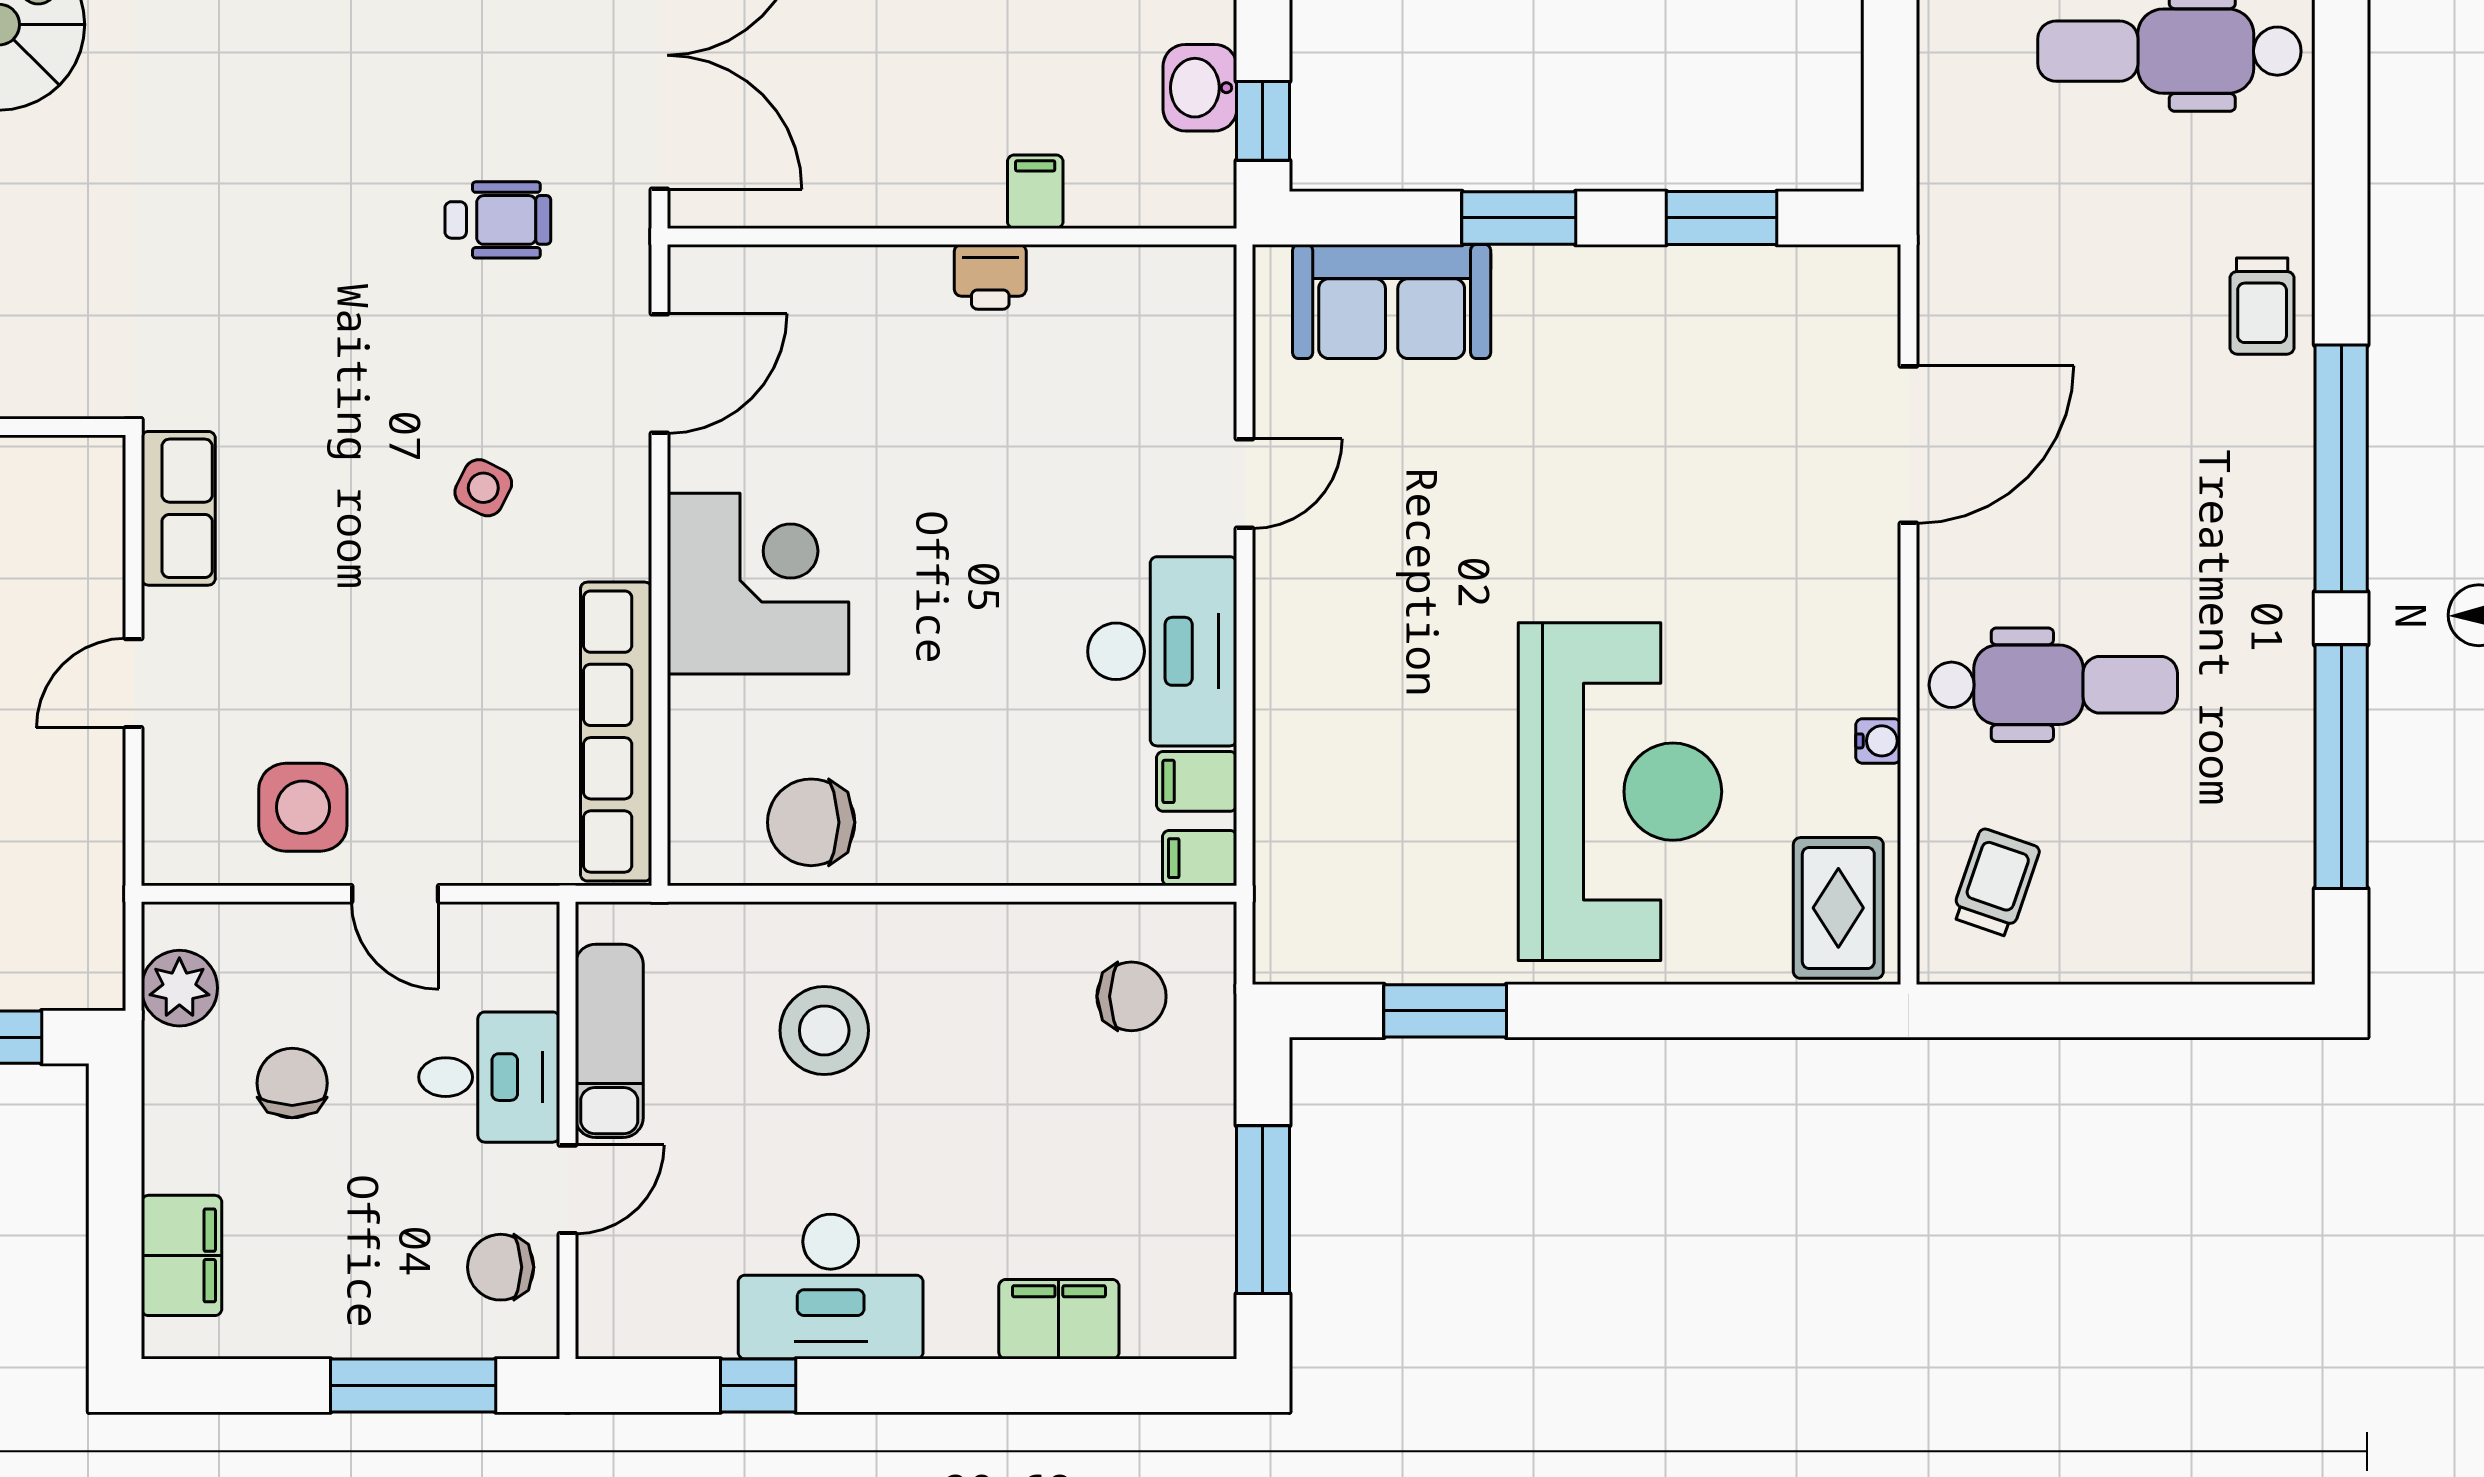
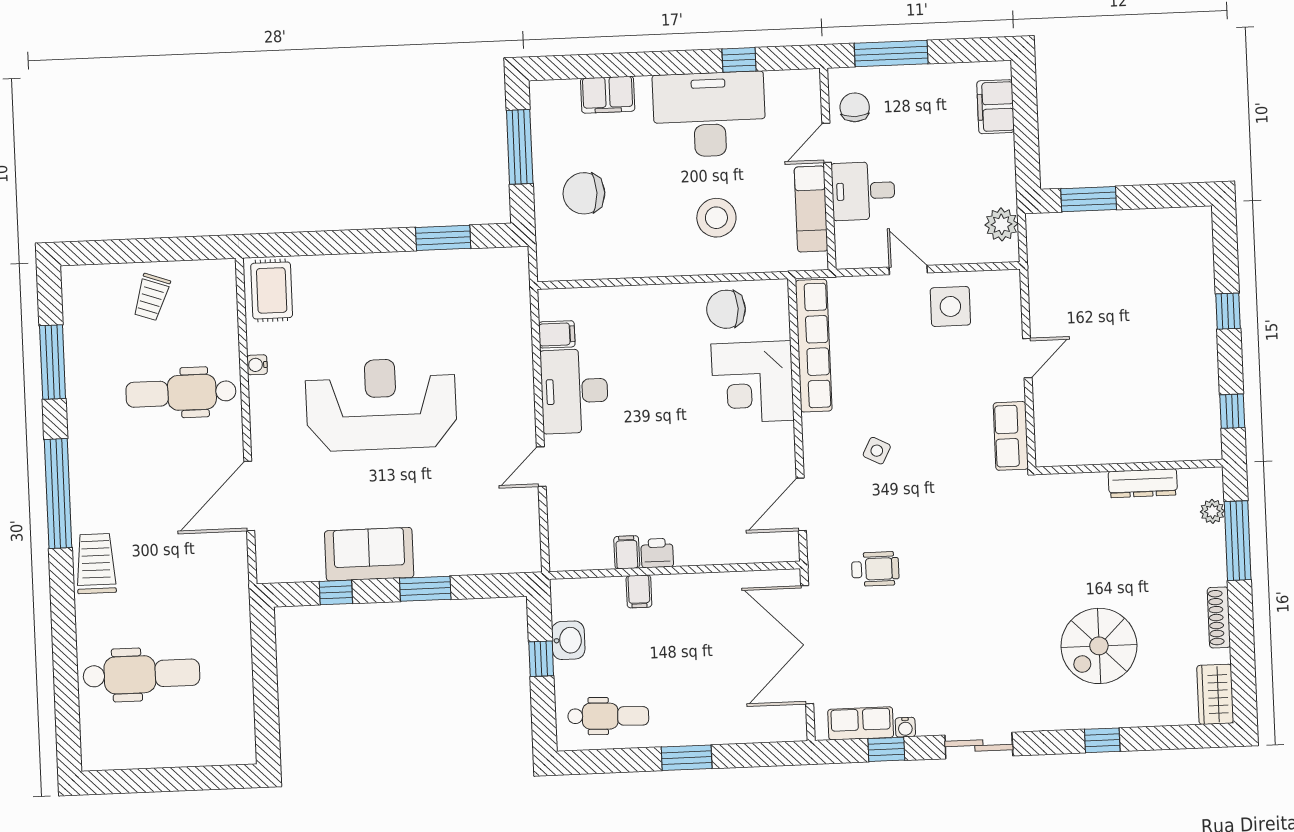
window: (1263, 121) -> (541, 659), moved
window: (1722, 218) -> (336, 592), width x0.67
wheelchair: (498, 220) -> (875, 569), turned 180
sofa: (1392, 301) -> (369, 554), moved
trolley: (2262, 306) -> (96, 564), width x1.36, depth x1.39
corner desk: (758, 584) -> (753, 382), moved
window: (2341, 767) -> (53, 362), width x0.68
reception desk: (1620, 792) -> (381, 404), moved, turned 90
chair: (811, 822) -> (726, 309), turned 180
filing cabinet: (1200, 858) -> (627, 552), moved, turned -90
trolley: (1996, 883) -> (151, 297), moved
chair: (1131, 996) -> (584, 193), moved, width x1.37, depth x1.37
chair: (292, 1083) -> (950, 185), removed
chair: (501, 1267) -> (855, 107), turned -90
desk: (831, 1287) -> (709, 114), width x1.36, depth x1.30

